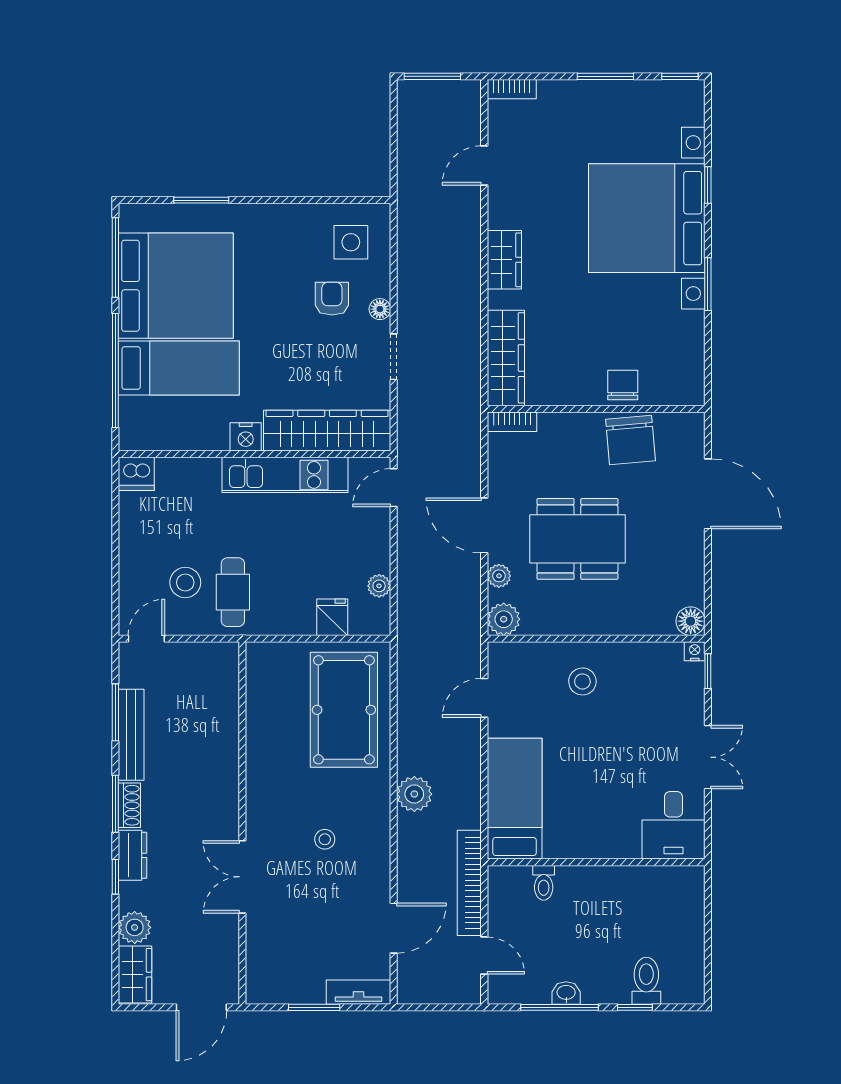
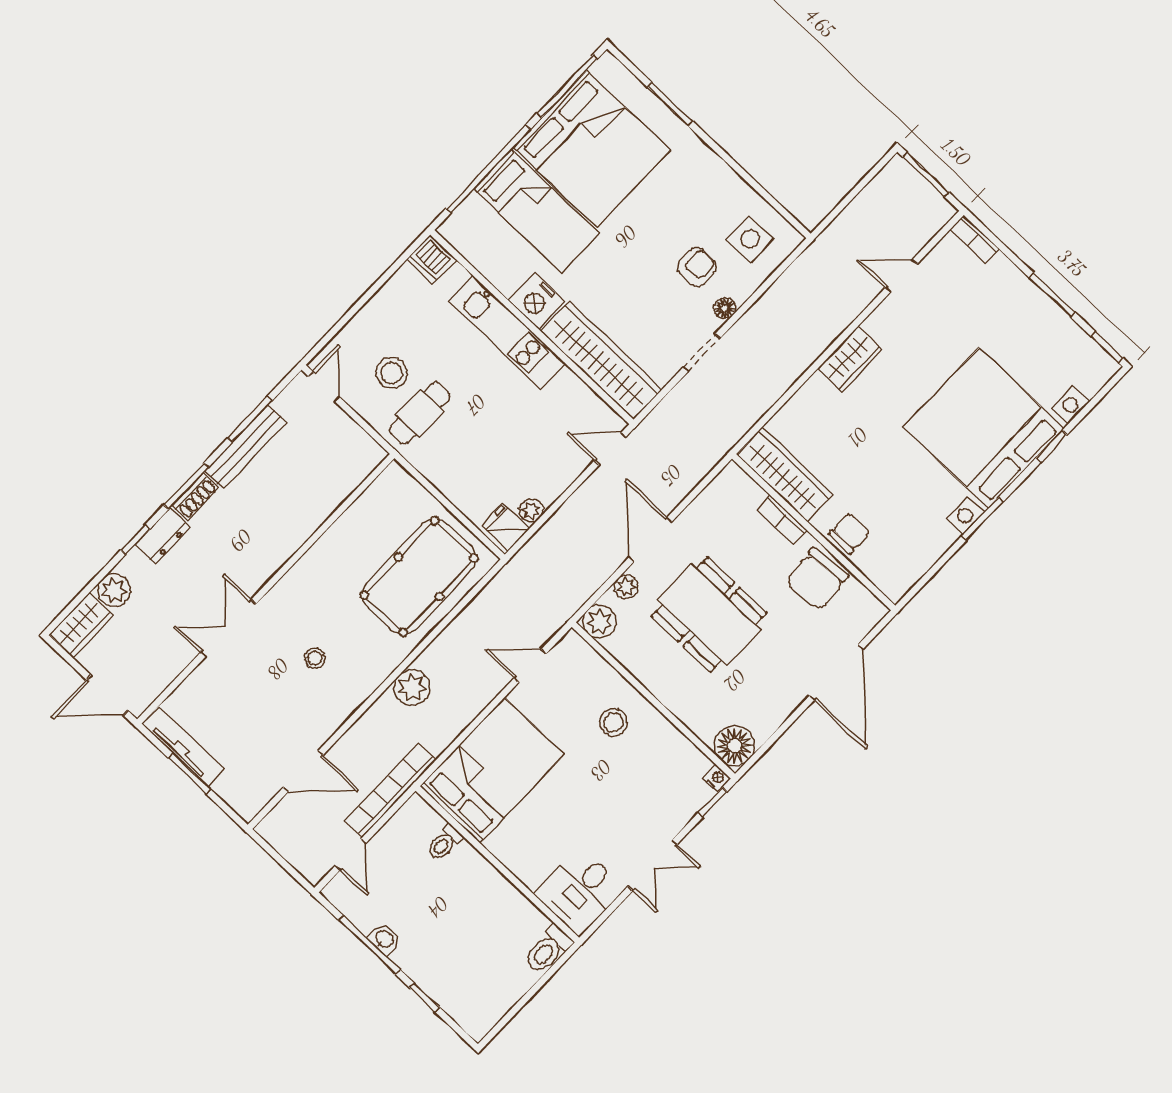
wardrobe: (506, 358) -> (785, 475), moved, turned -90
bookcase: (512, 422) -> (782, 520), moved
nightstand: (246, 437) -> (537, 301), width x1.36, depth x1.33
kitchen unit: (285, 475) -> (507, 332), moved
fridge: (332, 617) -> (506, 527), moved, turned -90
floor lamp: (691, 621) -> (734, 746), width x1.38, depth x1.38
door: (146, 639) -> (324, 387), hinge flipped
bed: (515, 799) -> (492, 770), width x1.50
toilet: (646, 981) -> (548, 950), moved, turned 180
tv unit: (358, 992) -> (183, 746), moved, width x1.41

